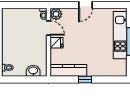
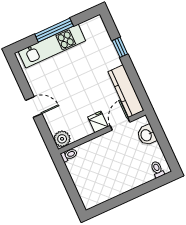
door: (49, 28) -> (120, 124), moved
window: (85, 80) -> (120, 47), moved

